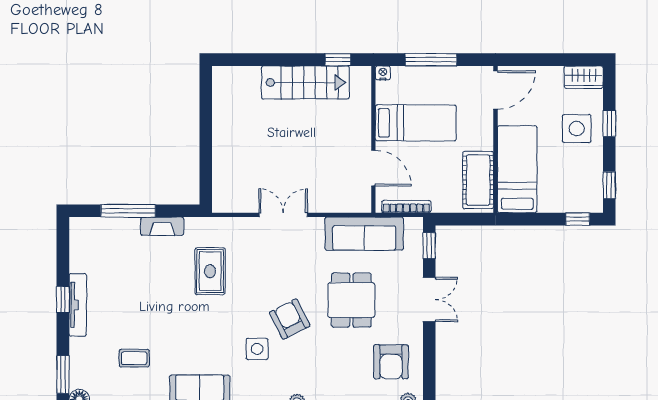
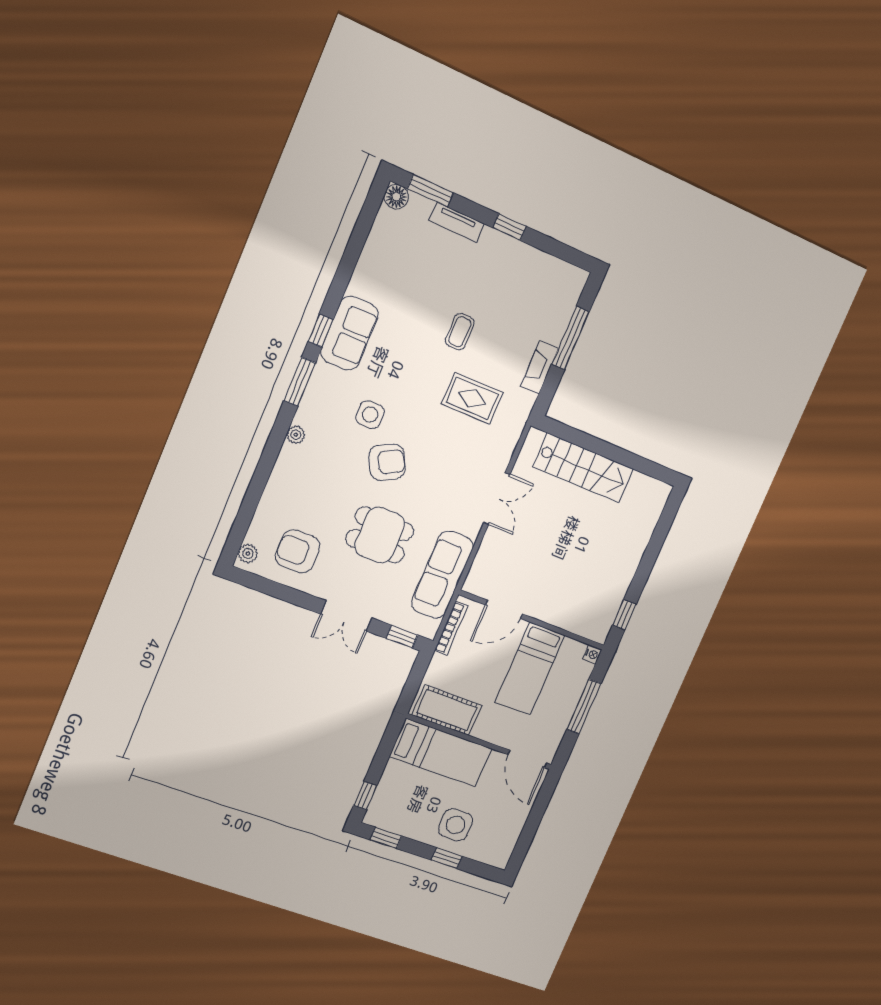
wardrobe: (584, 77) -> (502, 848), removed
stairs: (305, 82) -> (583, 468), moved, turned -90
tv unit: (78, 305) -> (457, 222), moved, width x0.71
coffee table: (134, 358) -> (460, 332), moved

